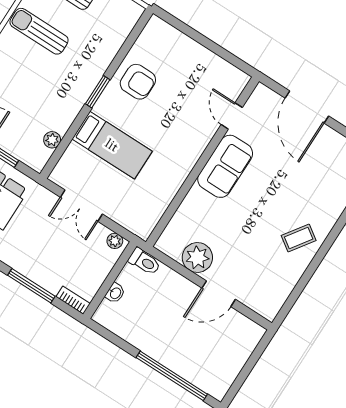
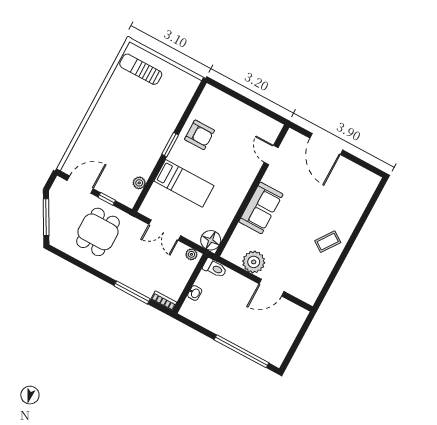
sun lounger: (39, 31) -> (123, 103), removed
sofa: (225, 166) -> (261, 208), moved
floor lamp: (142, 224) -> (211, 240), added

